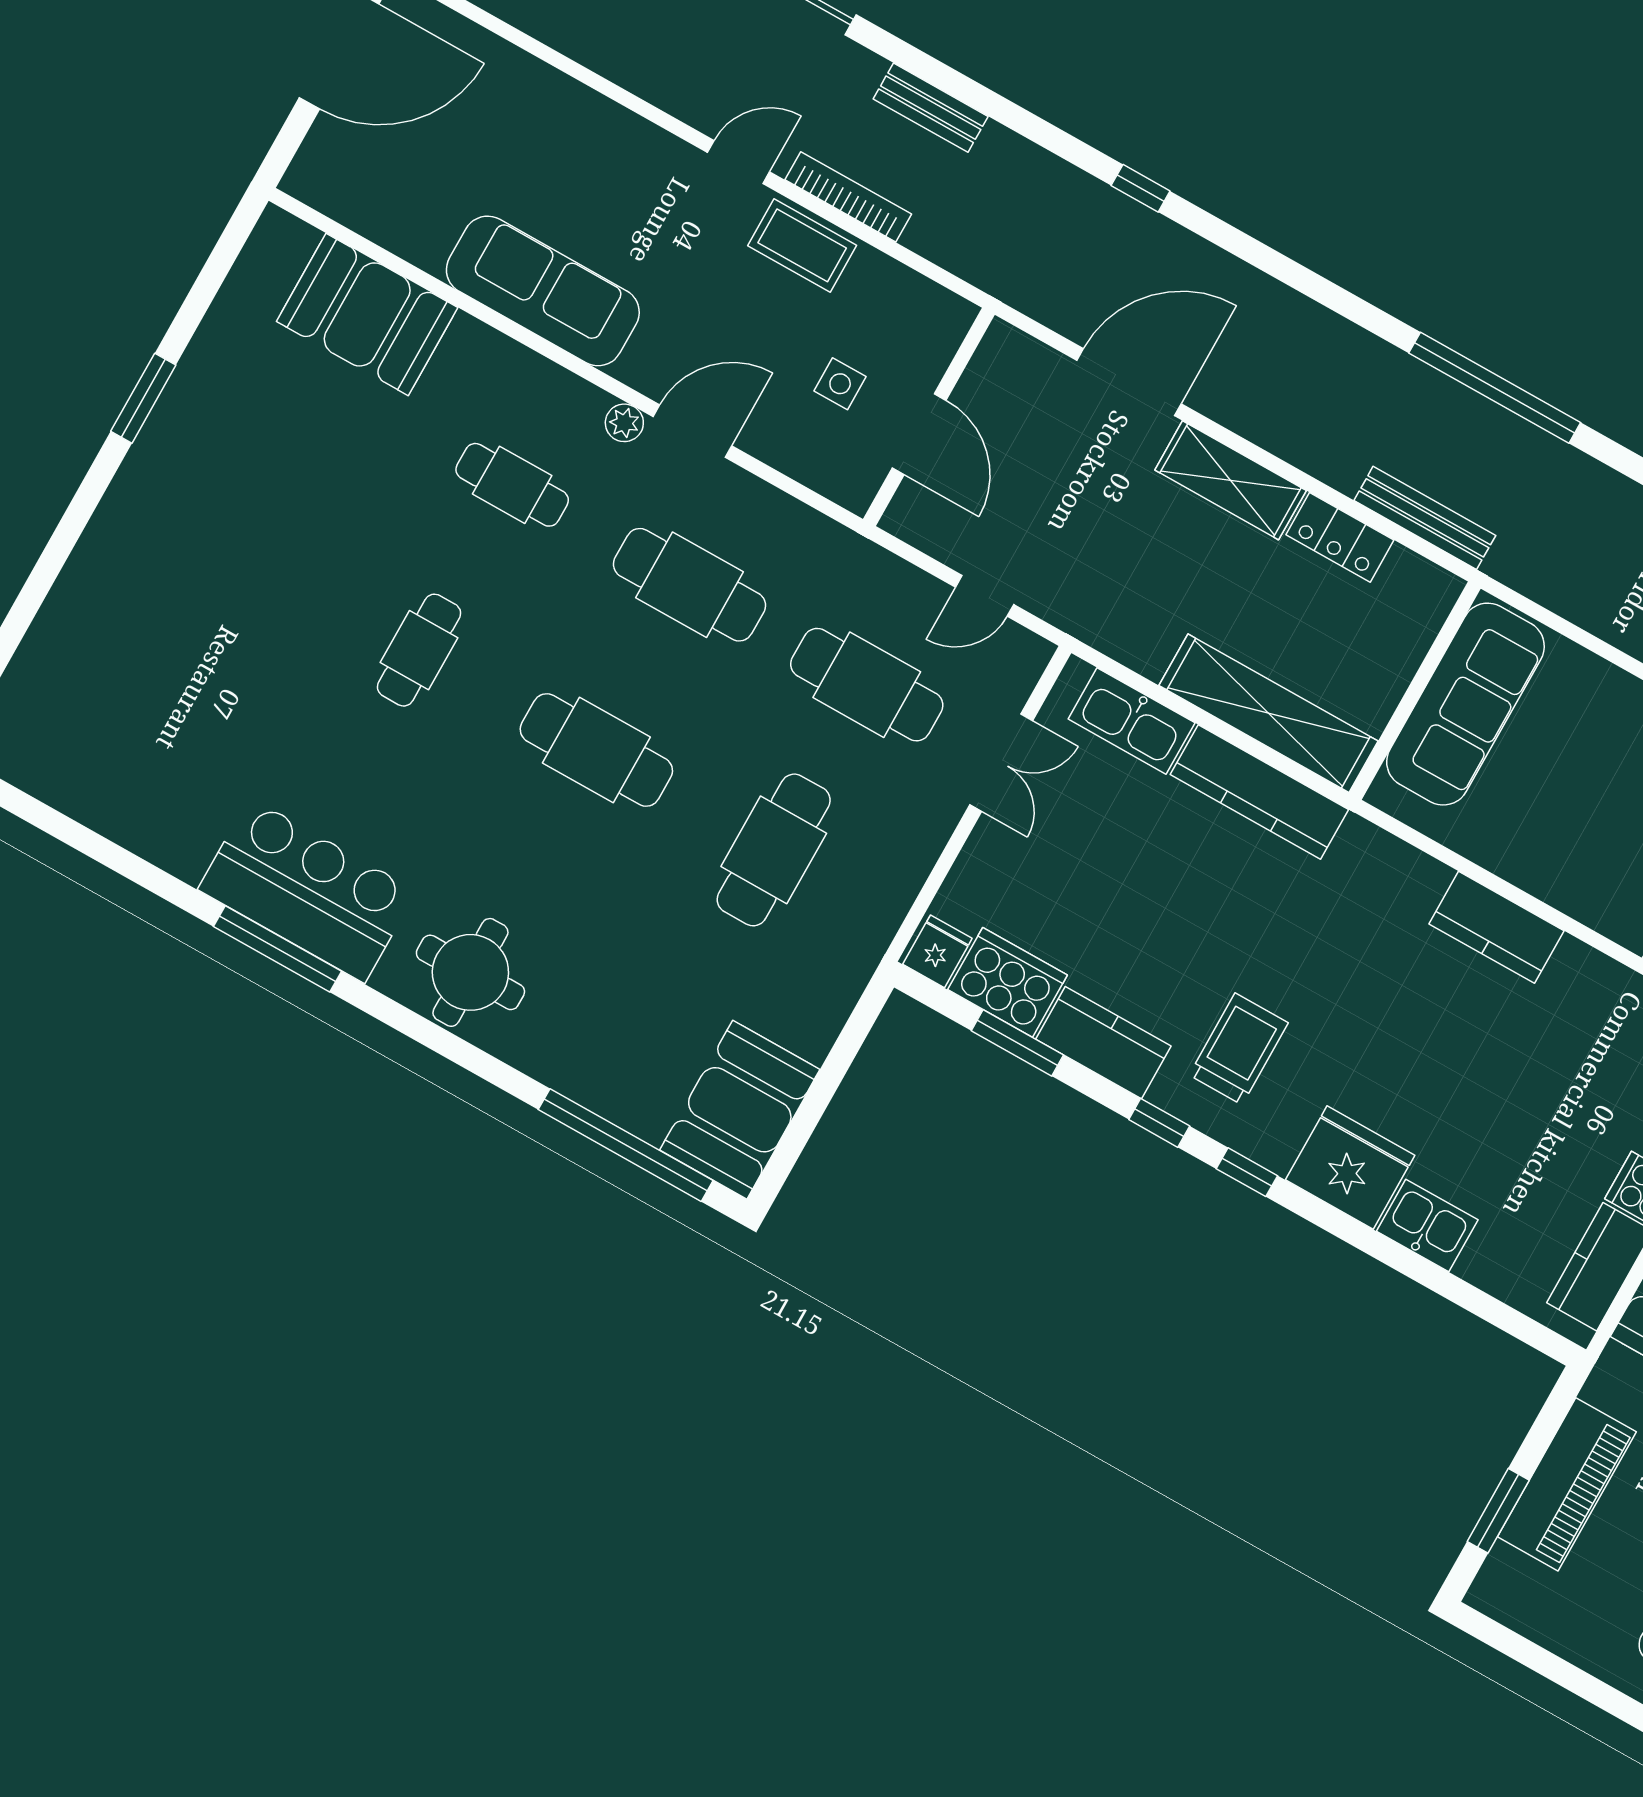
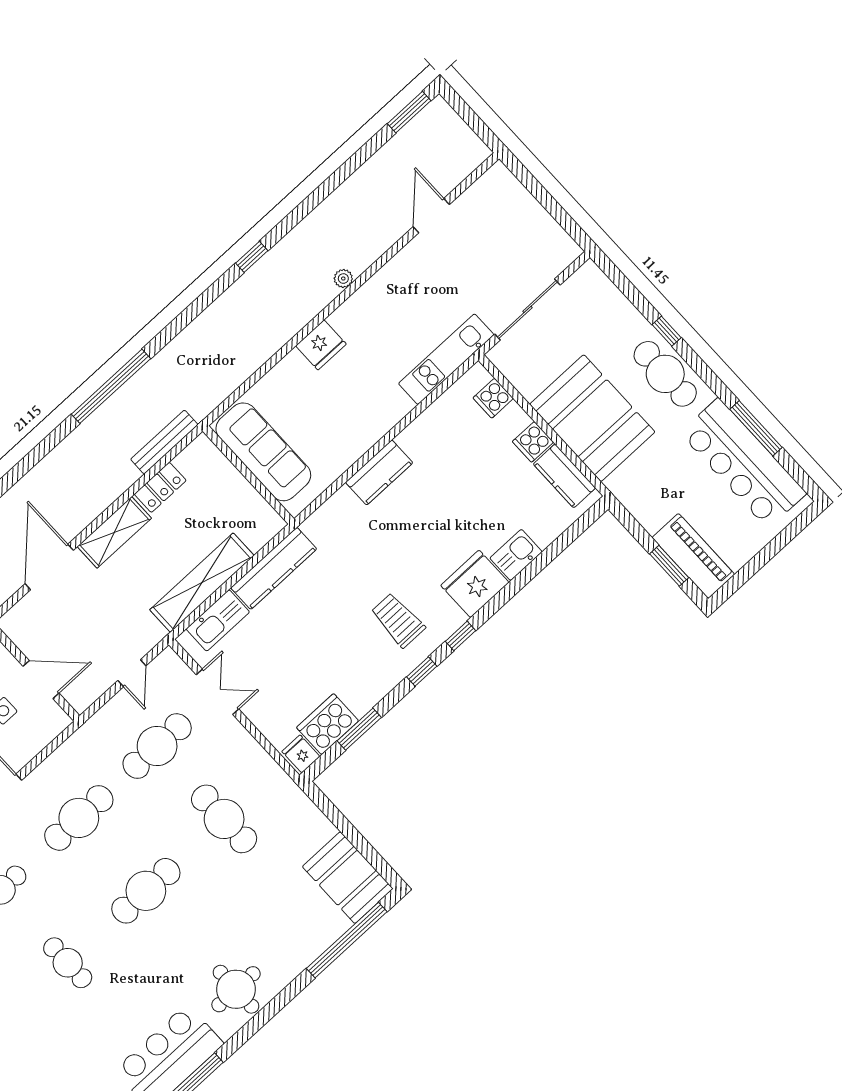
shelving: (1269, 713) -> (202, 583), moved
kitchen counter: (1103, 1043) -> (373, 686), removed
piano: (1567, 1484) -> (693, 556), moved

